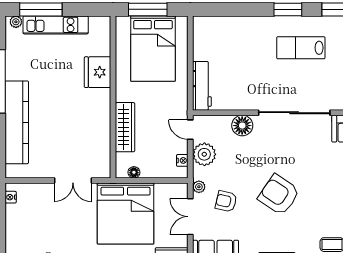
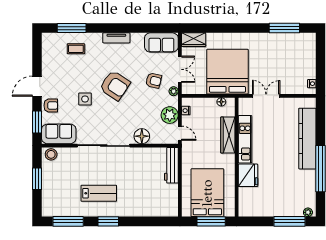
kitchen unit: (56, 25) -> (245, 139), moved, turned 90
side table: (320, 176) -> (85, 99), added

